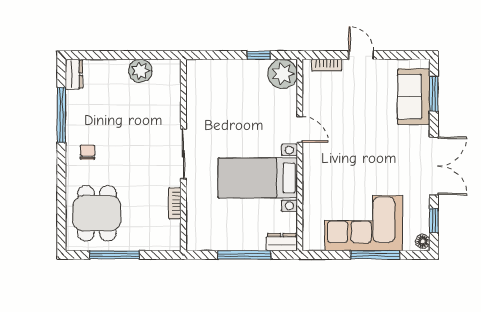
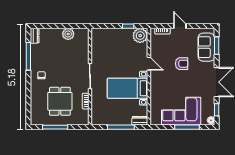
armchair: (365, 129) -> (182, 64), added
dining table: (97, 213) -> (60, 101), moved

